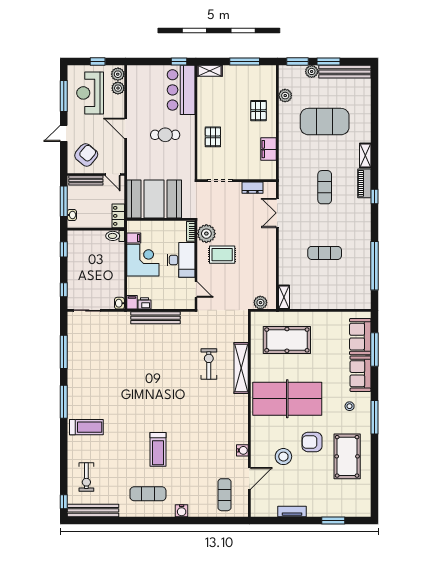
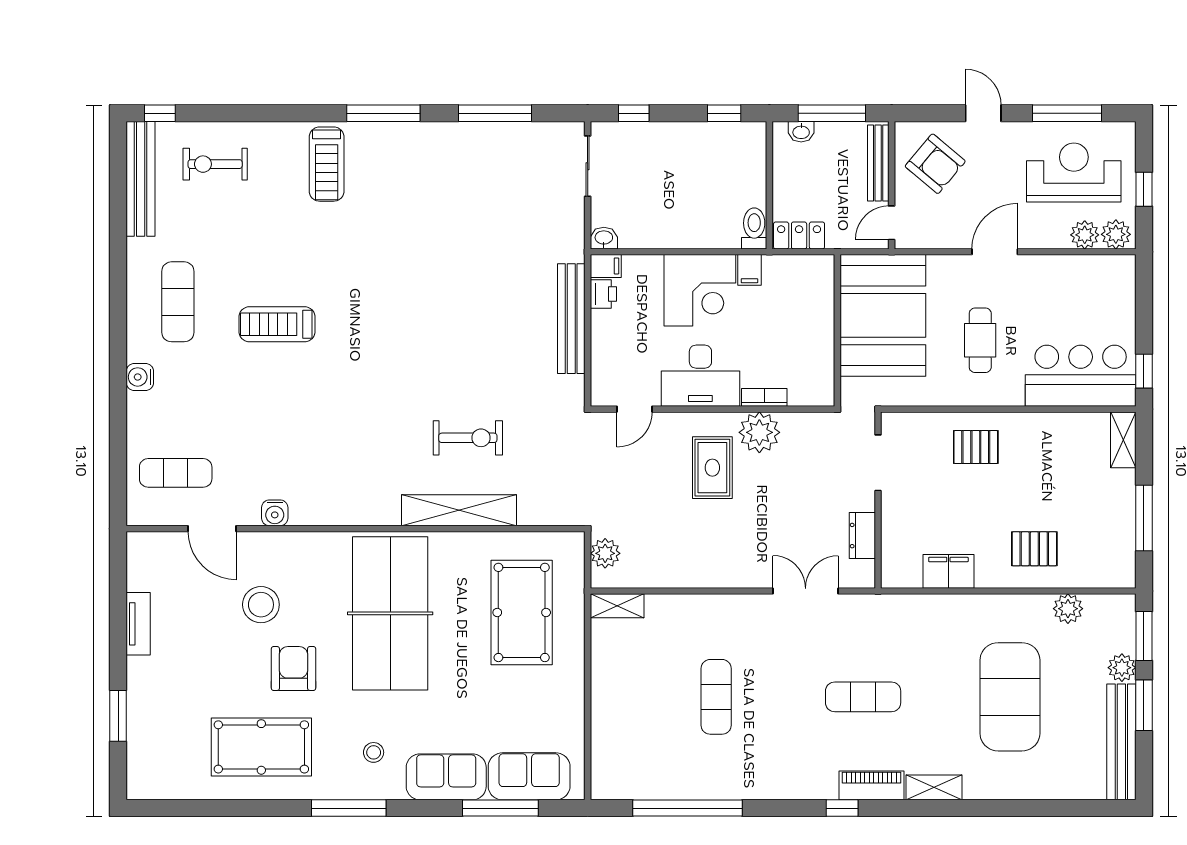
booth: (154, 199) -> (883, 315), moved
wall: (161, 219) -> (837, 330), moved

